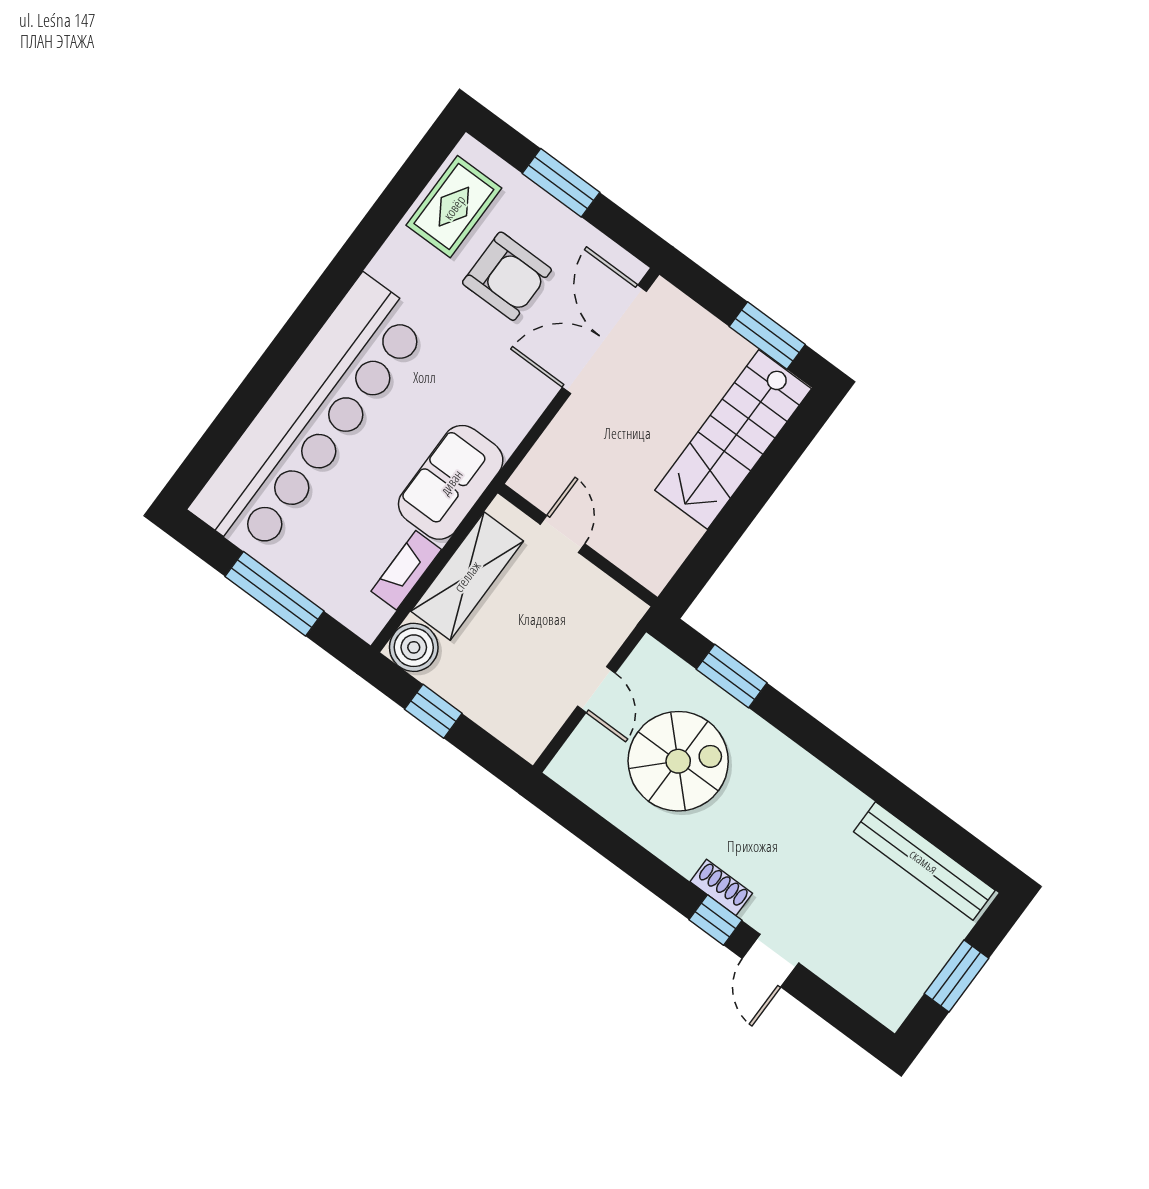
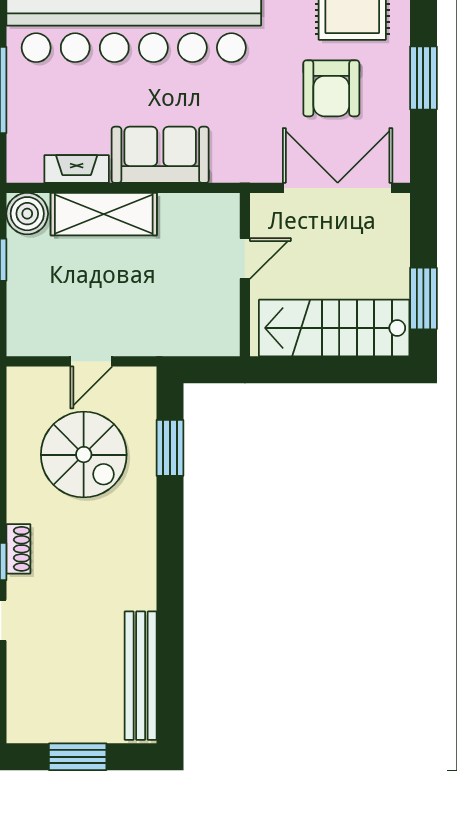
door: (563, 534) -> (245, 259), moved
wall: (578, 545) -> (245, 275), moved

